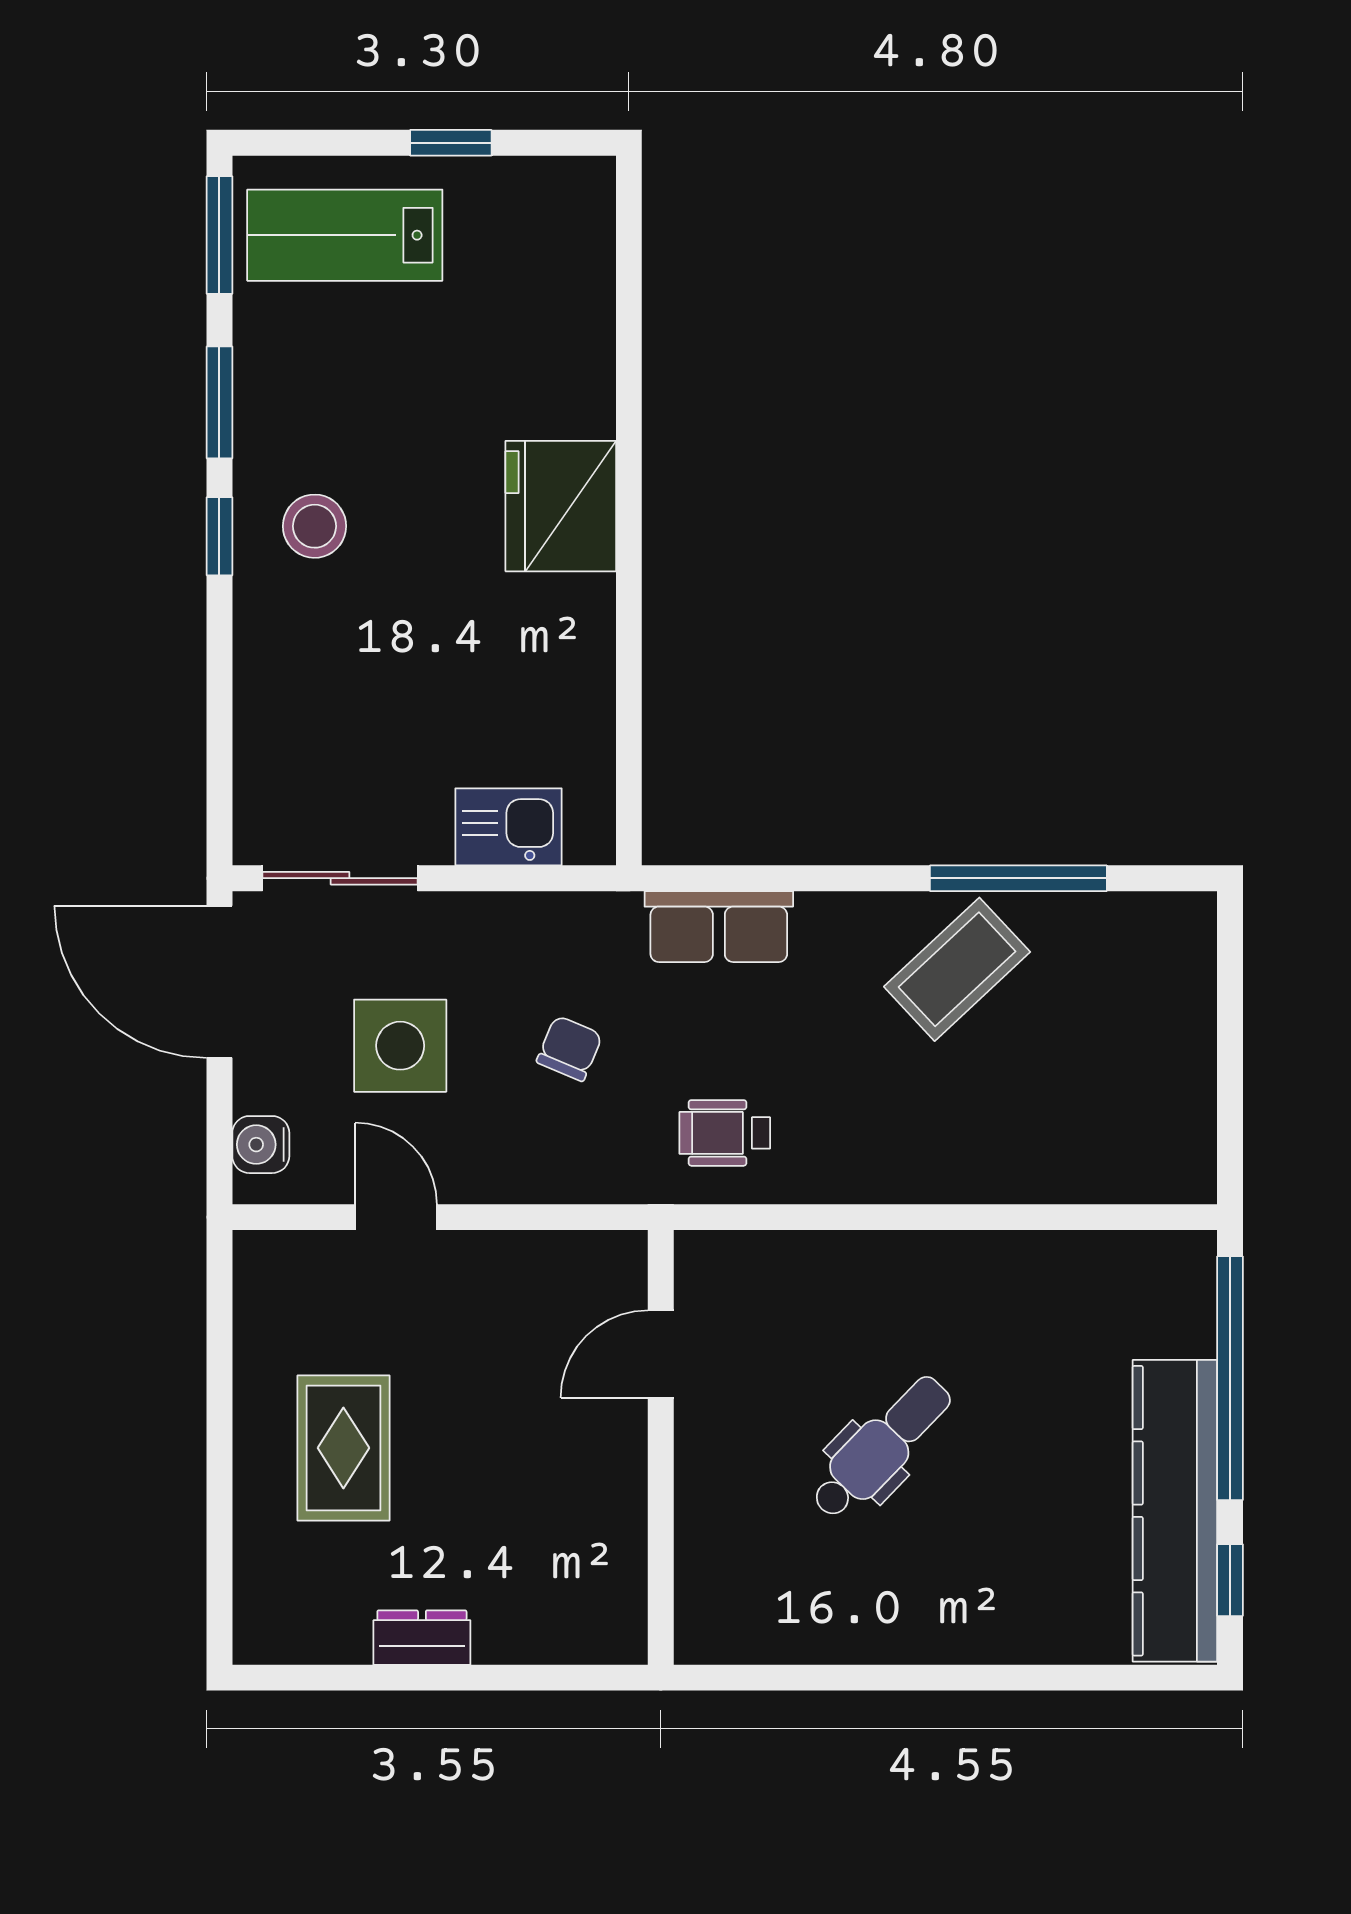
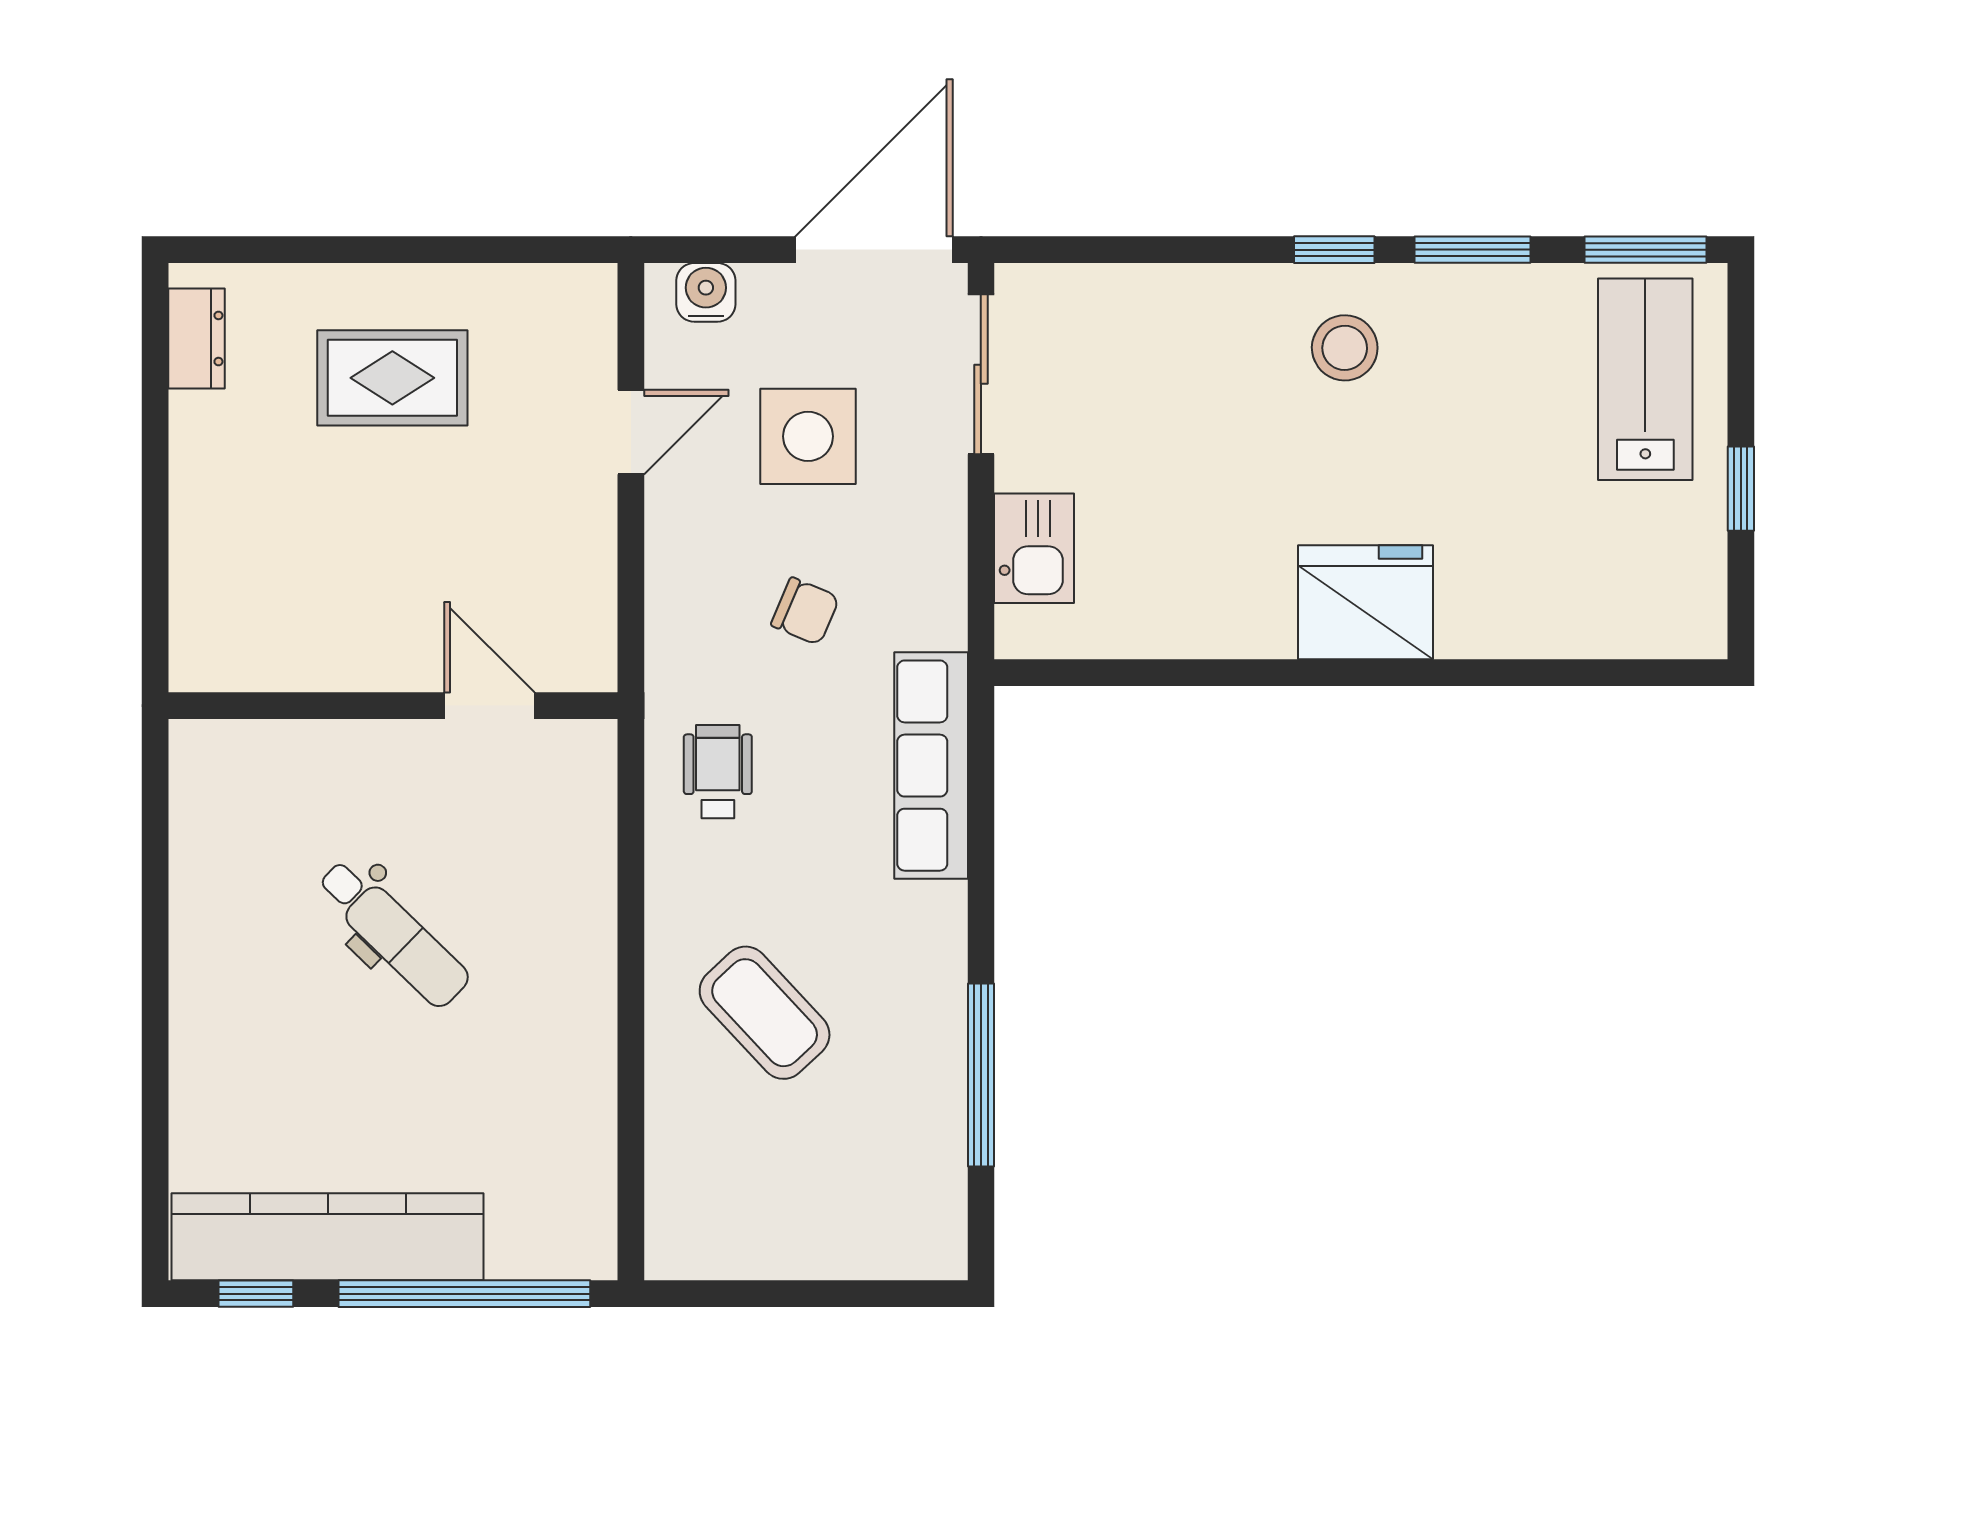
row of seats: (719, 927) -> (931, 766), width x1.48
coffee table: (957, 969) -> (765, 1013), moved
dresser: (422, 1638) -> (196, 339), moved

